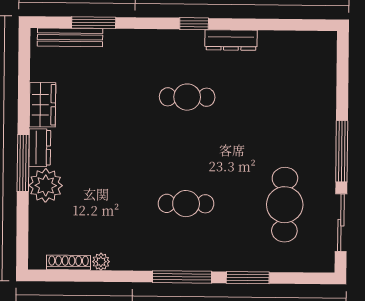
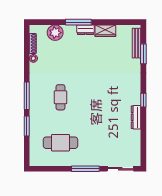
cafe table: (187, 97) -> (110, 97), removed
plant: (46, 185) -> (55, 33), moved
sliding door: (341, 223) -> (120, 169), moved

